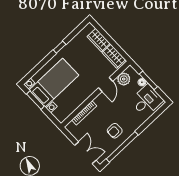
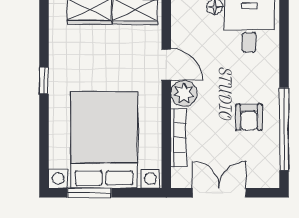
plant: (124, 79) -> (184, 93), moved
bed with nightstands: (54, 83) -> (104, 140), width x1.36
double door: (85, 153) -> (219, 193), moved

